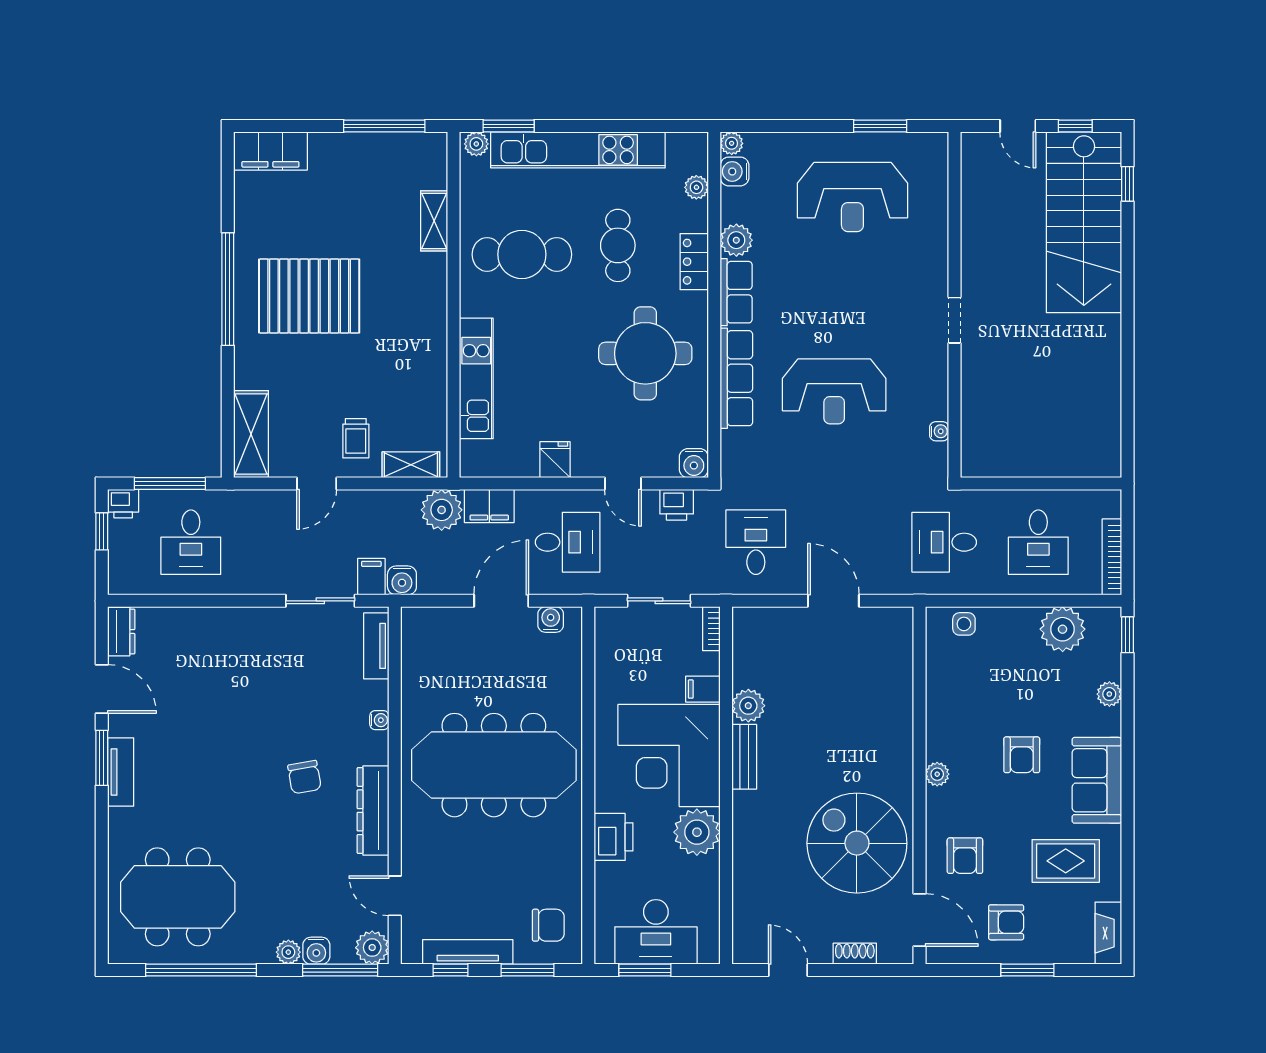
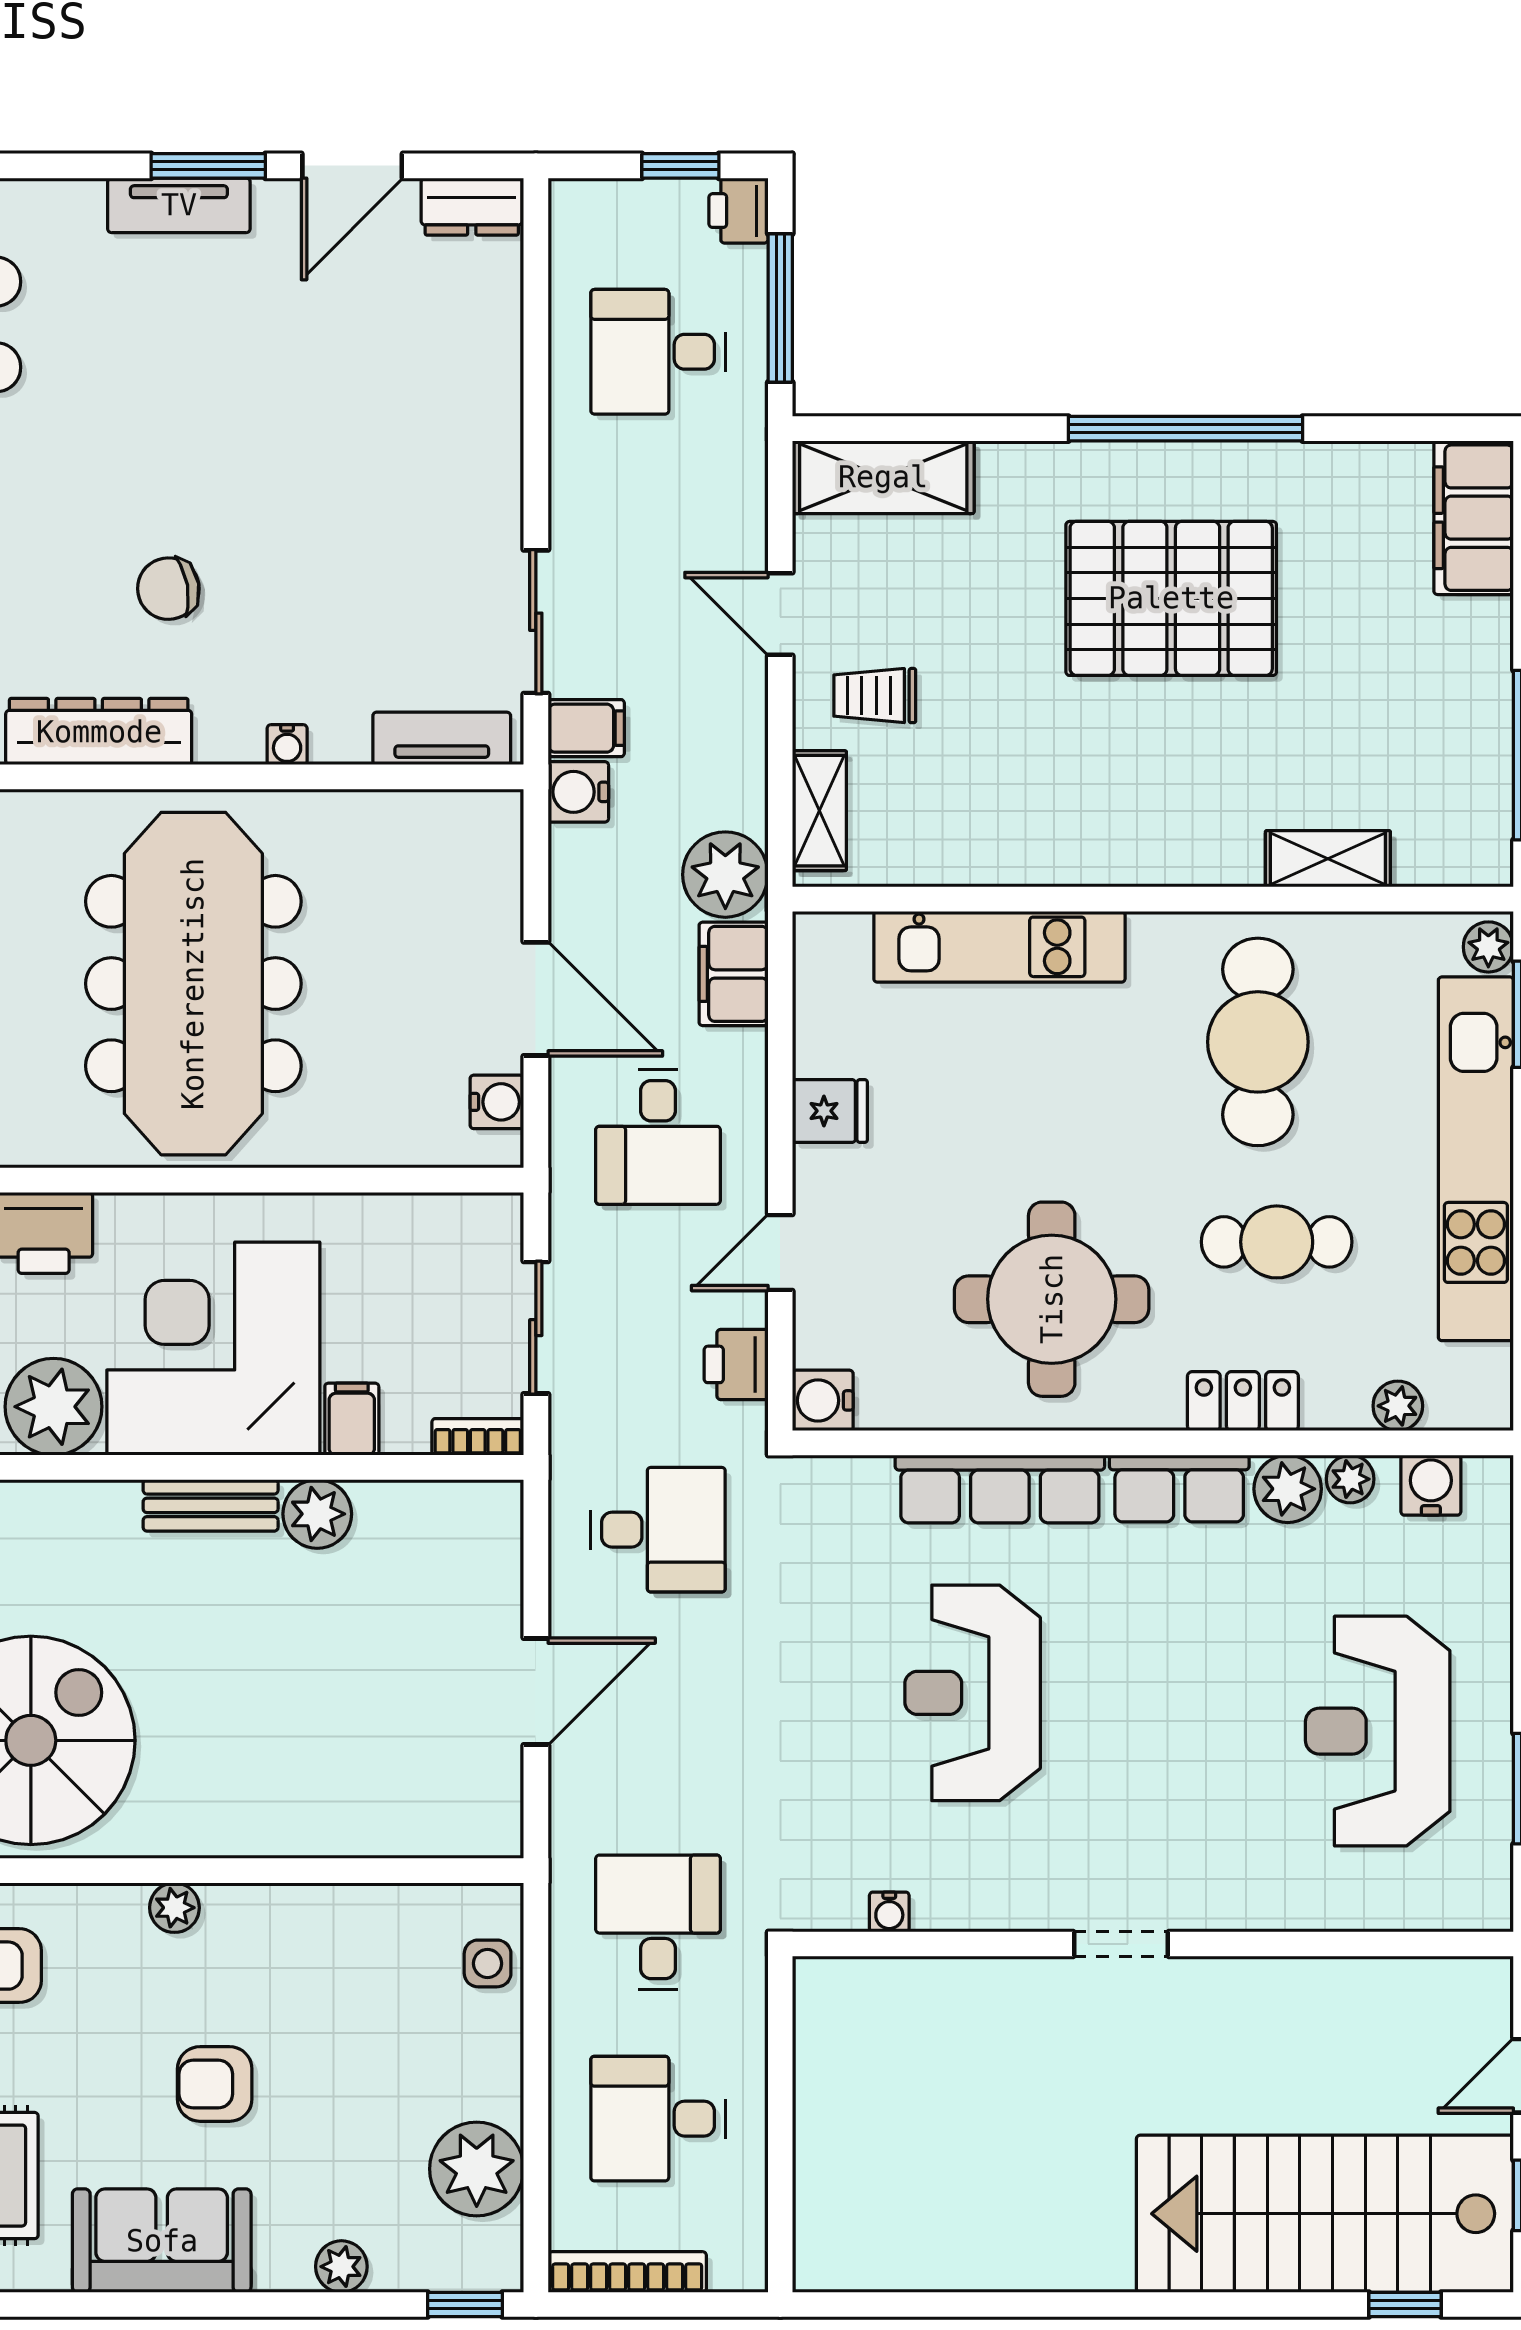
plant: (732, 143) -> (1350, 1479), moved
pallet: (309, 296) -> (1171, 598), turned 90

